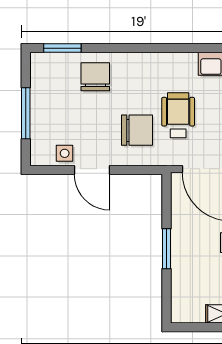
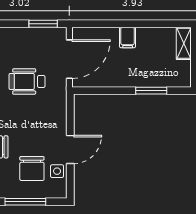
chair: (137, 130) -> (32, 168), moved, turned 180
window: (166, 249) -> (151, 91), moved

